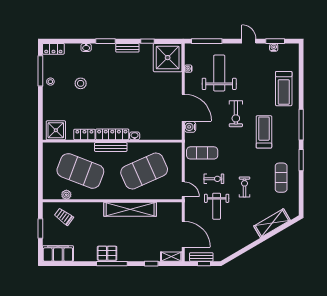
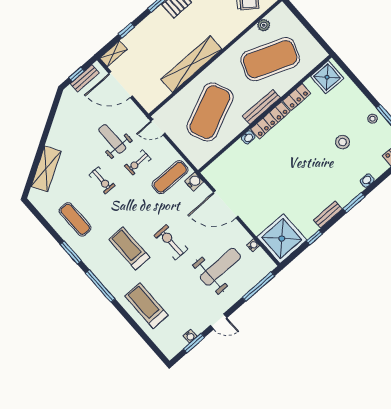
weight bench: (219, 73) -> (220, 267), turned -90
water cooler: (190, 127) -> (194, 181), moved
treadmill: (264, 132) -> (129, 248), turned 180

